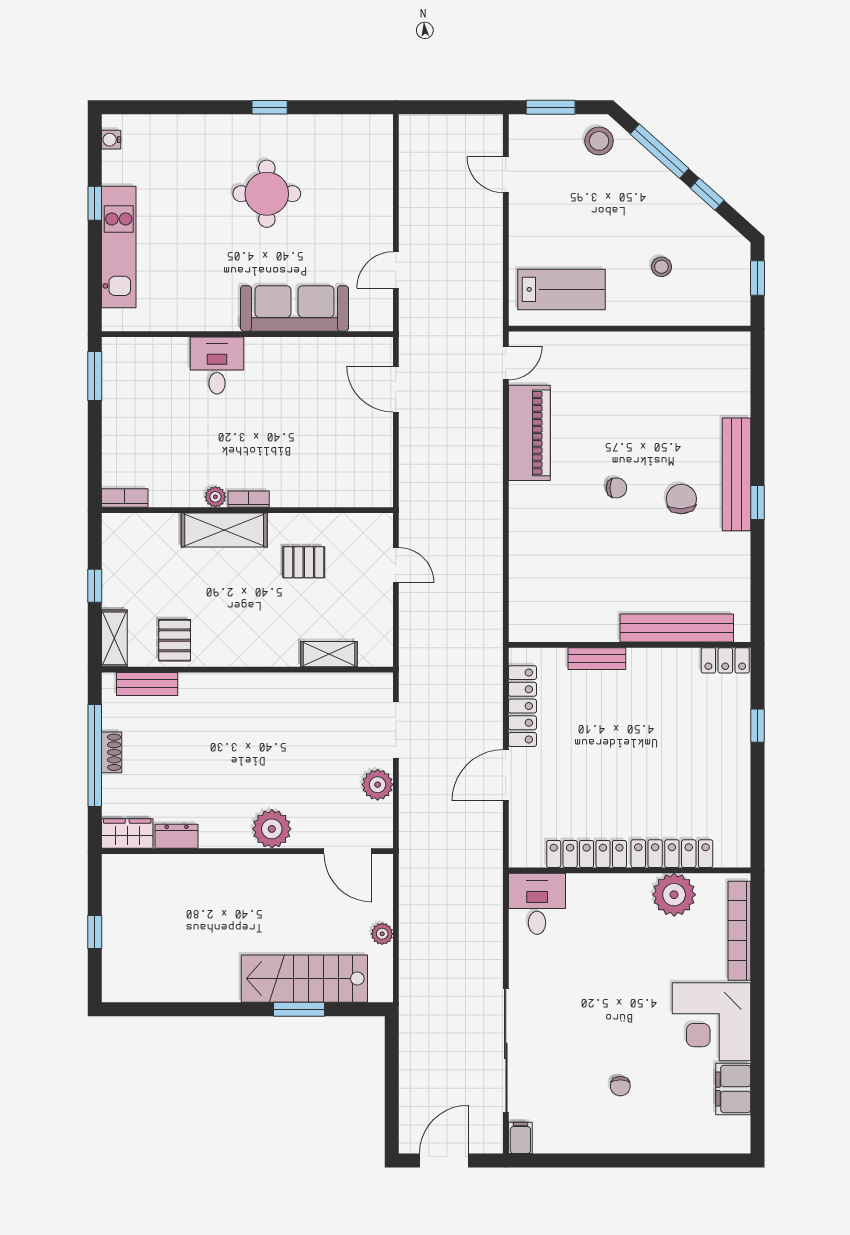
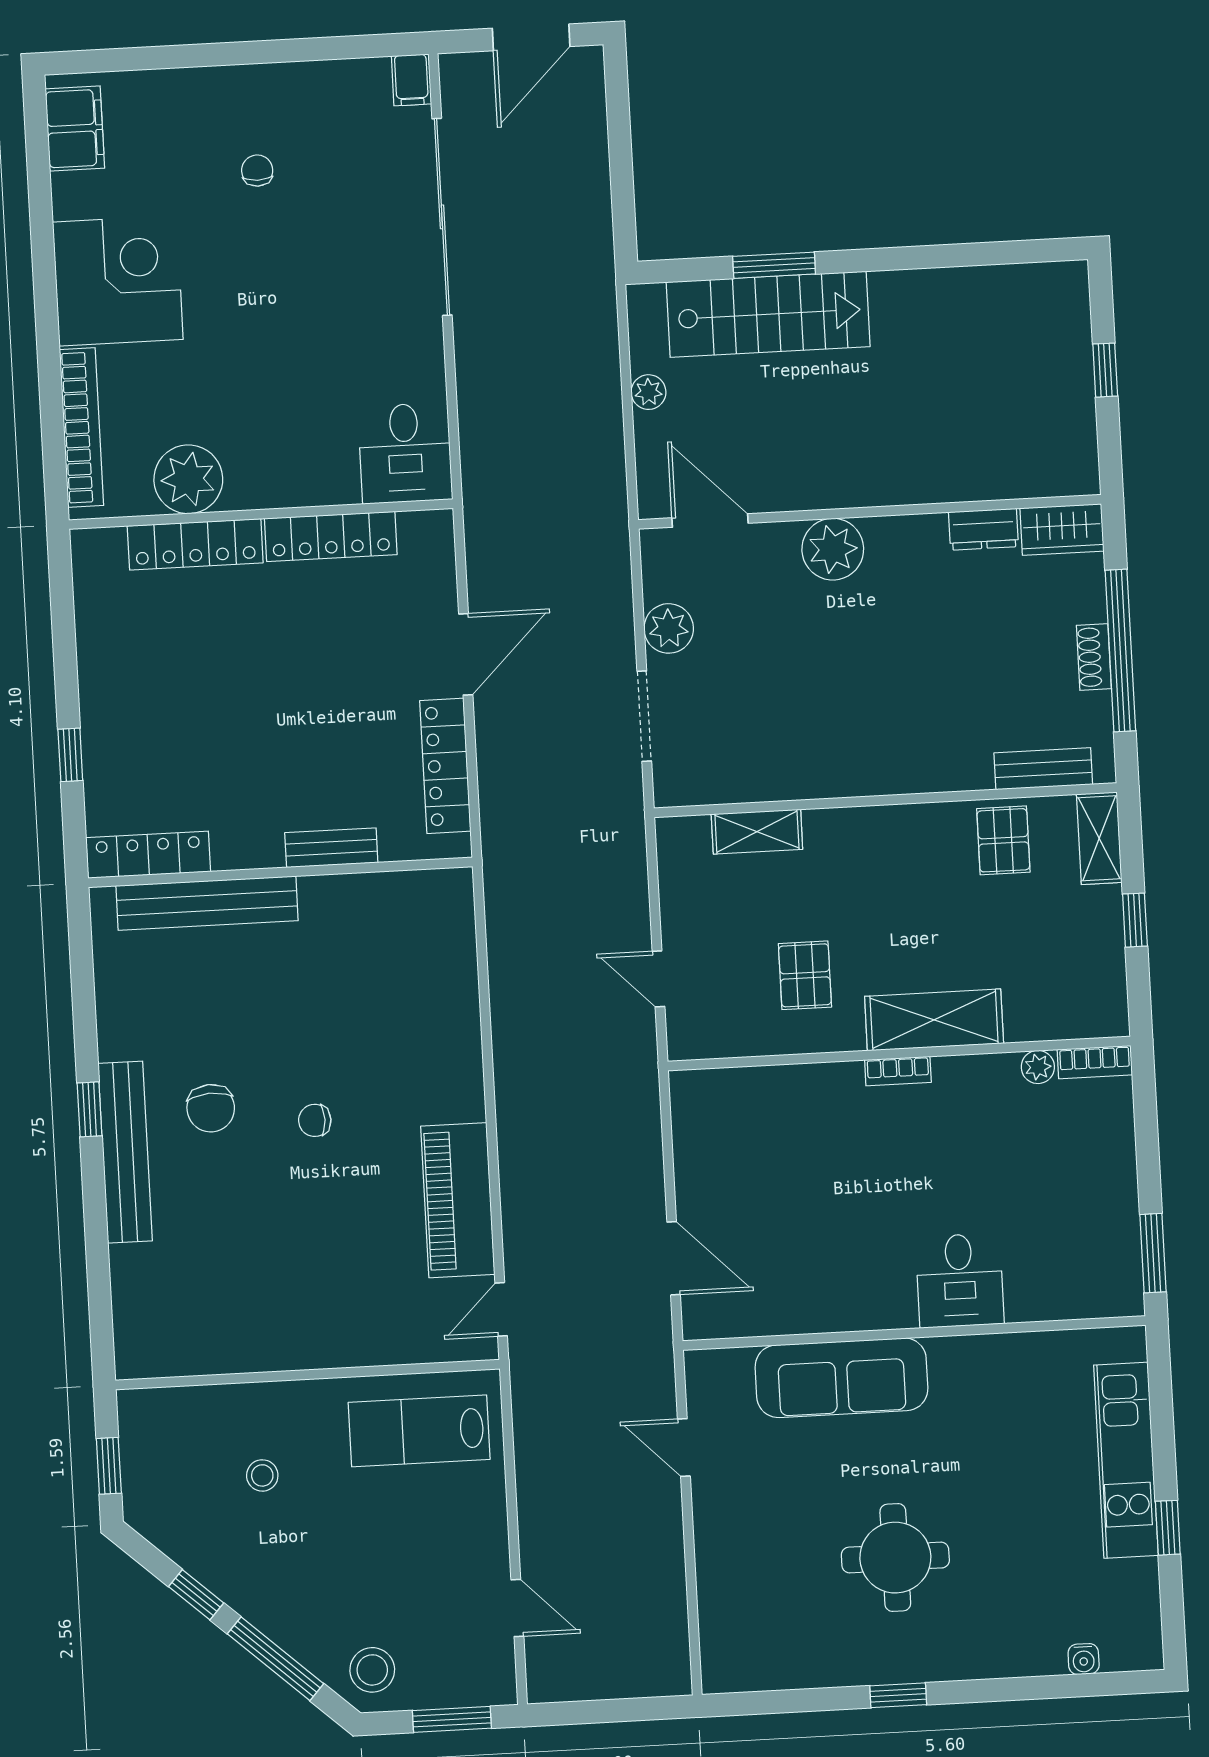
water cooler: (111, 140) -> (1084, 1659), moved, turned 90
door: (396, 270) -> (684, 1448), swing flipped
plant: (215, 497) -> (1038, 1067), moved
pallet: (304, 562) -> (805, 975), turned 90
locker: (725, 660) -> (148, 855), width x1.53
filing cabinet: (733, 1089) -> (75, 129), moved

